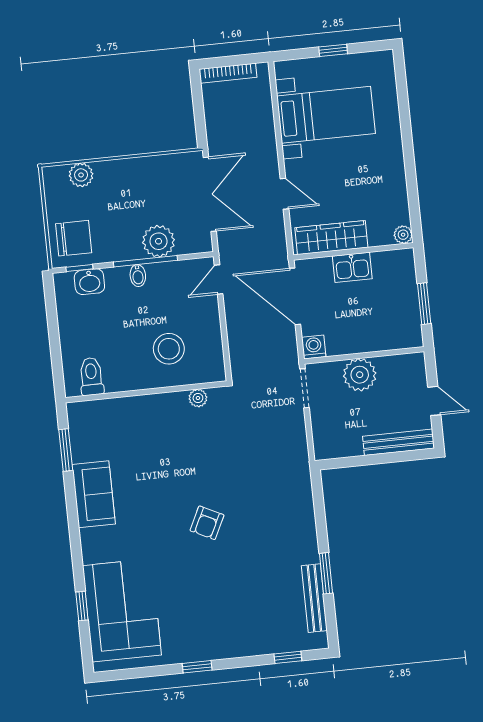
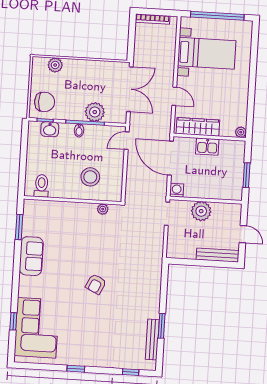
window: (333, 50) -> (217, 16), width x3.17

